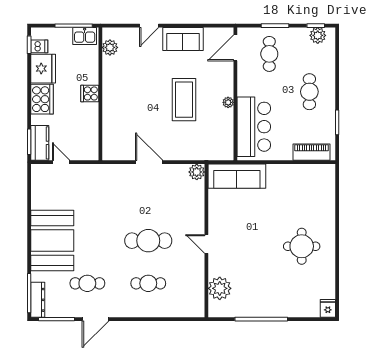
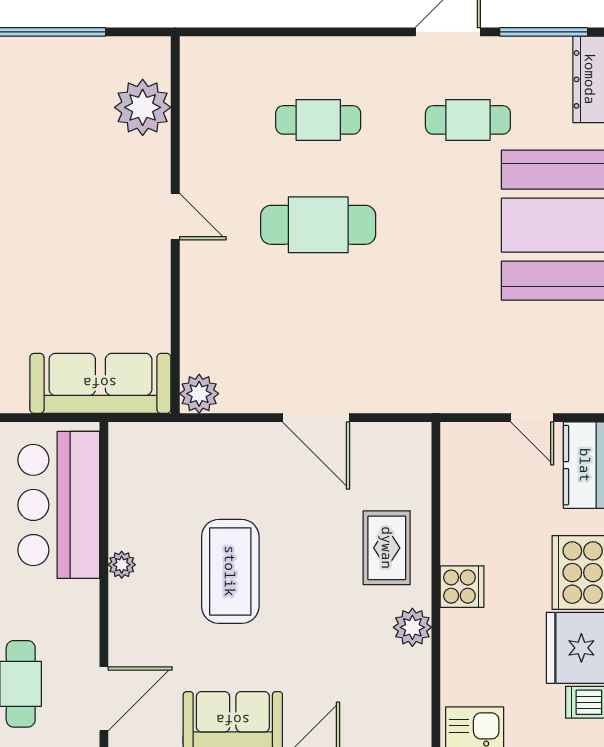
plant: (110, 47) -> (412, 627), moved
rug: (120, 109) -> (387, 548), added

